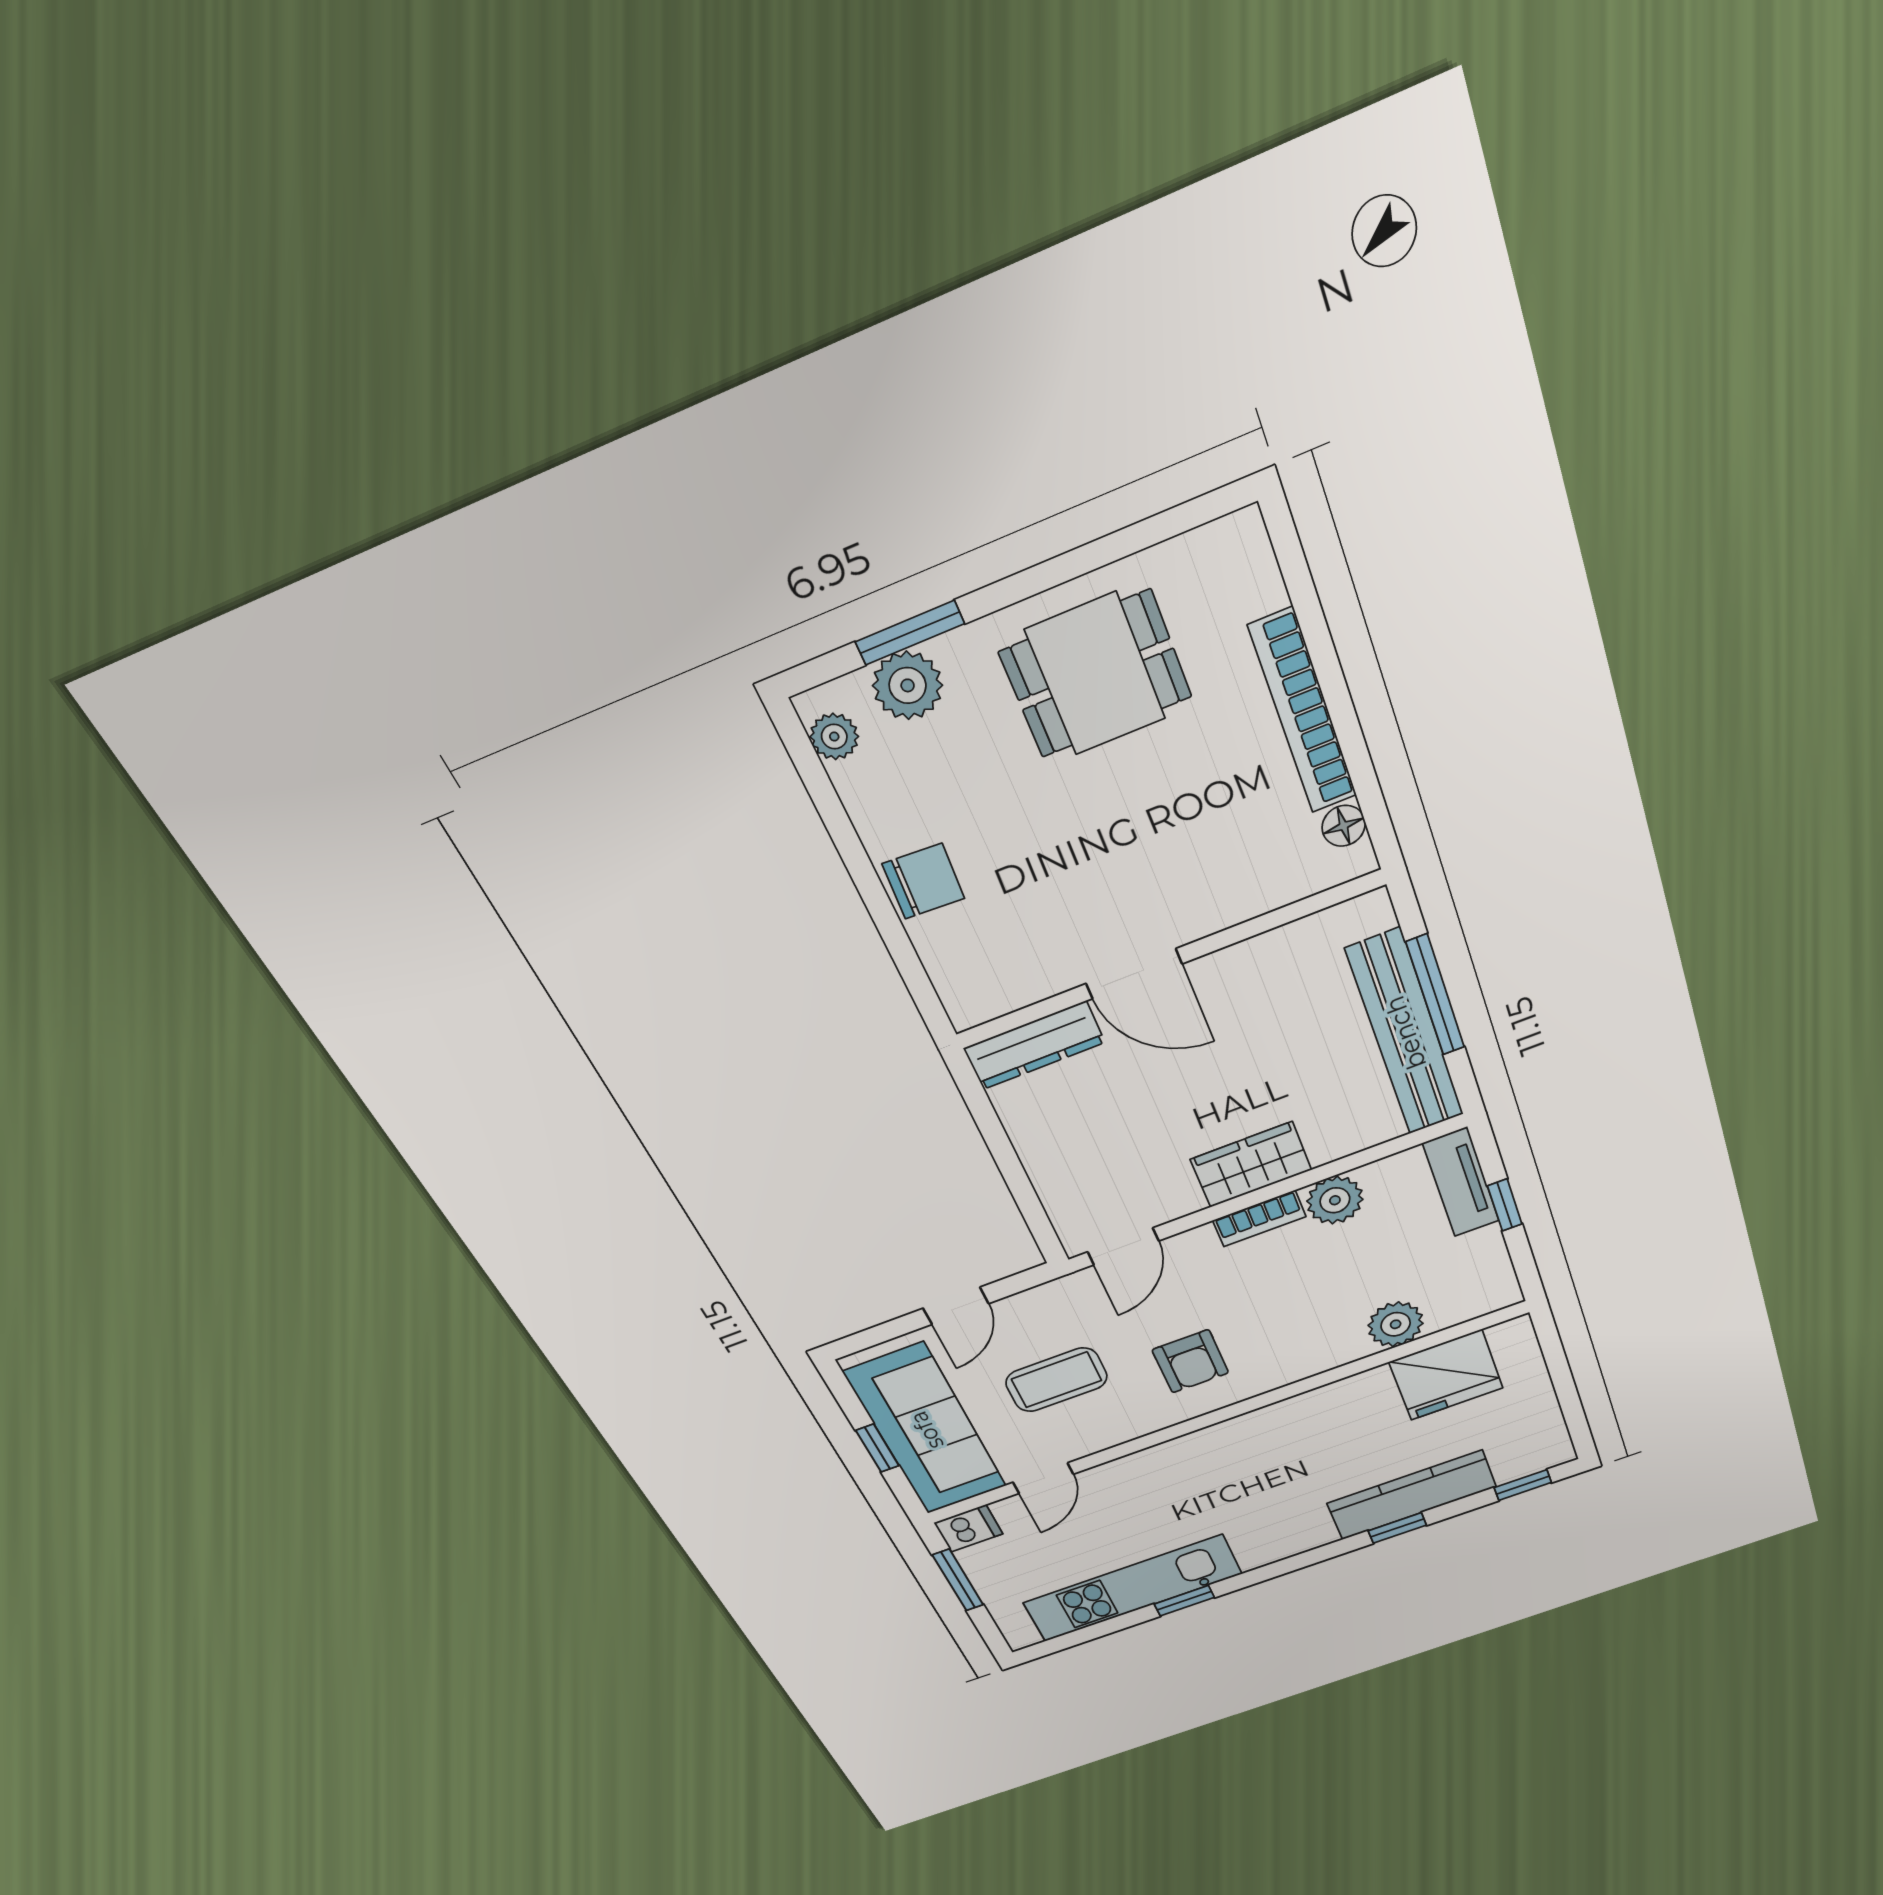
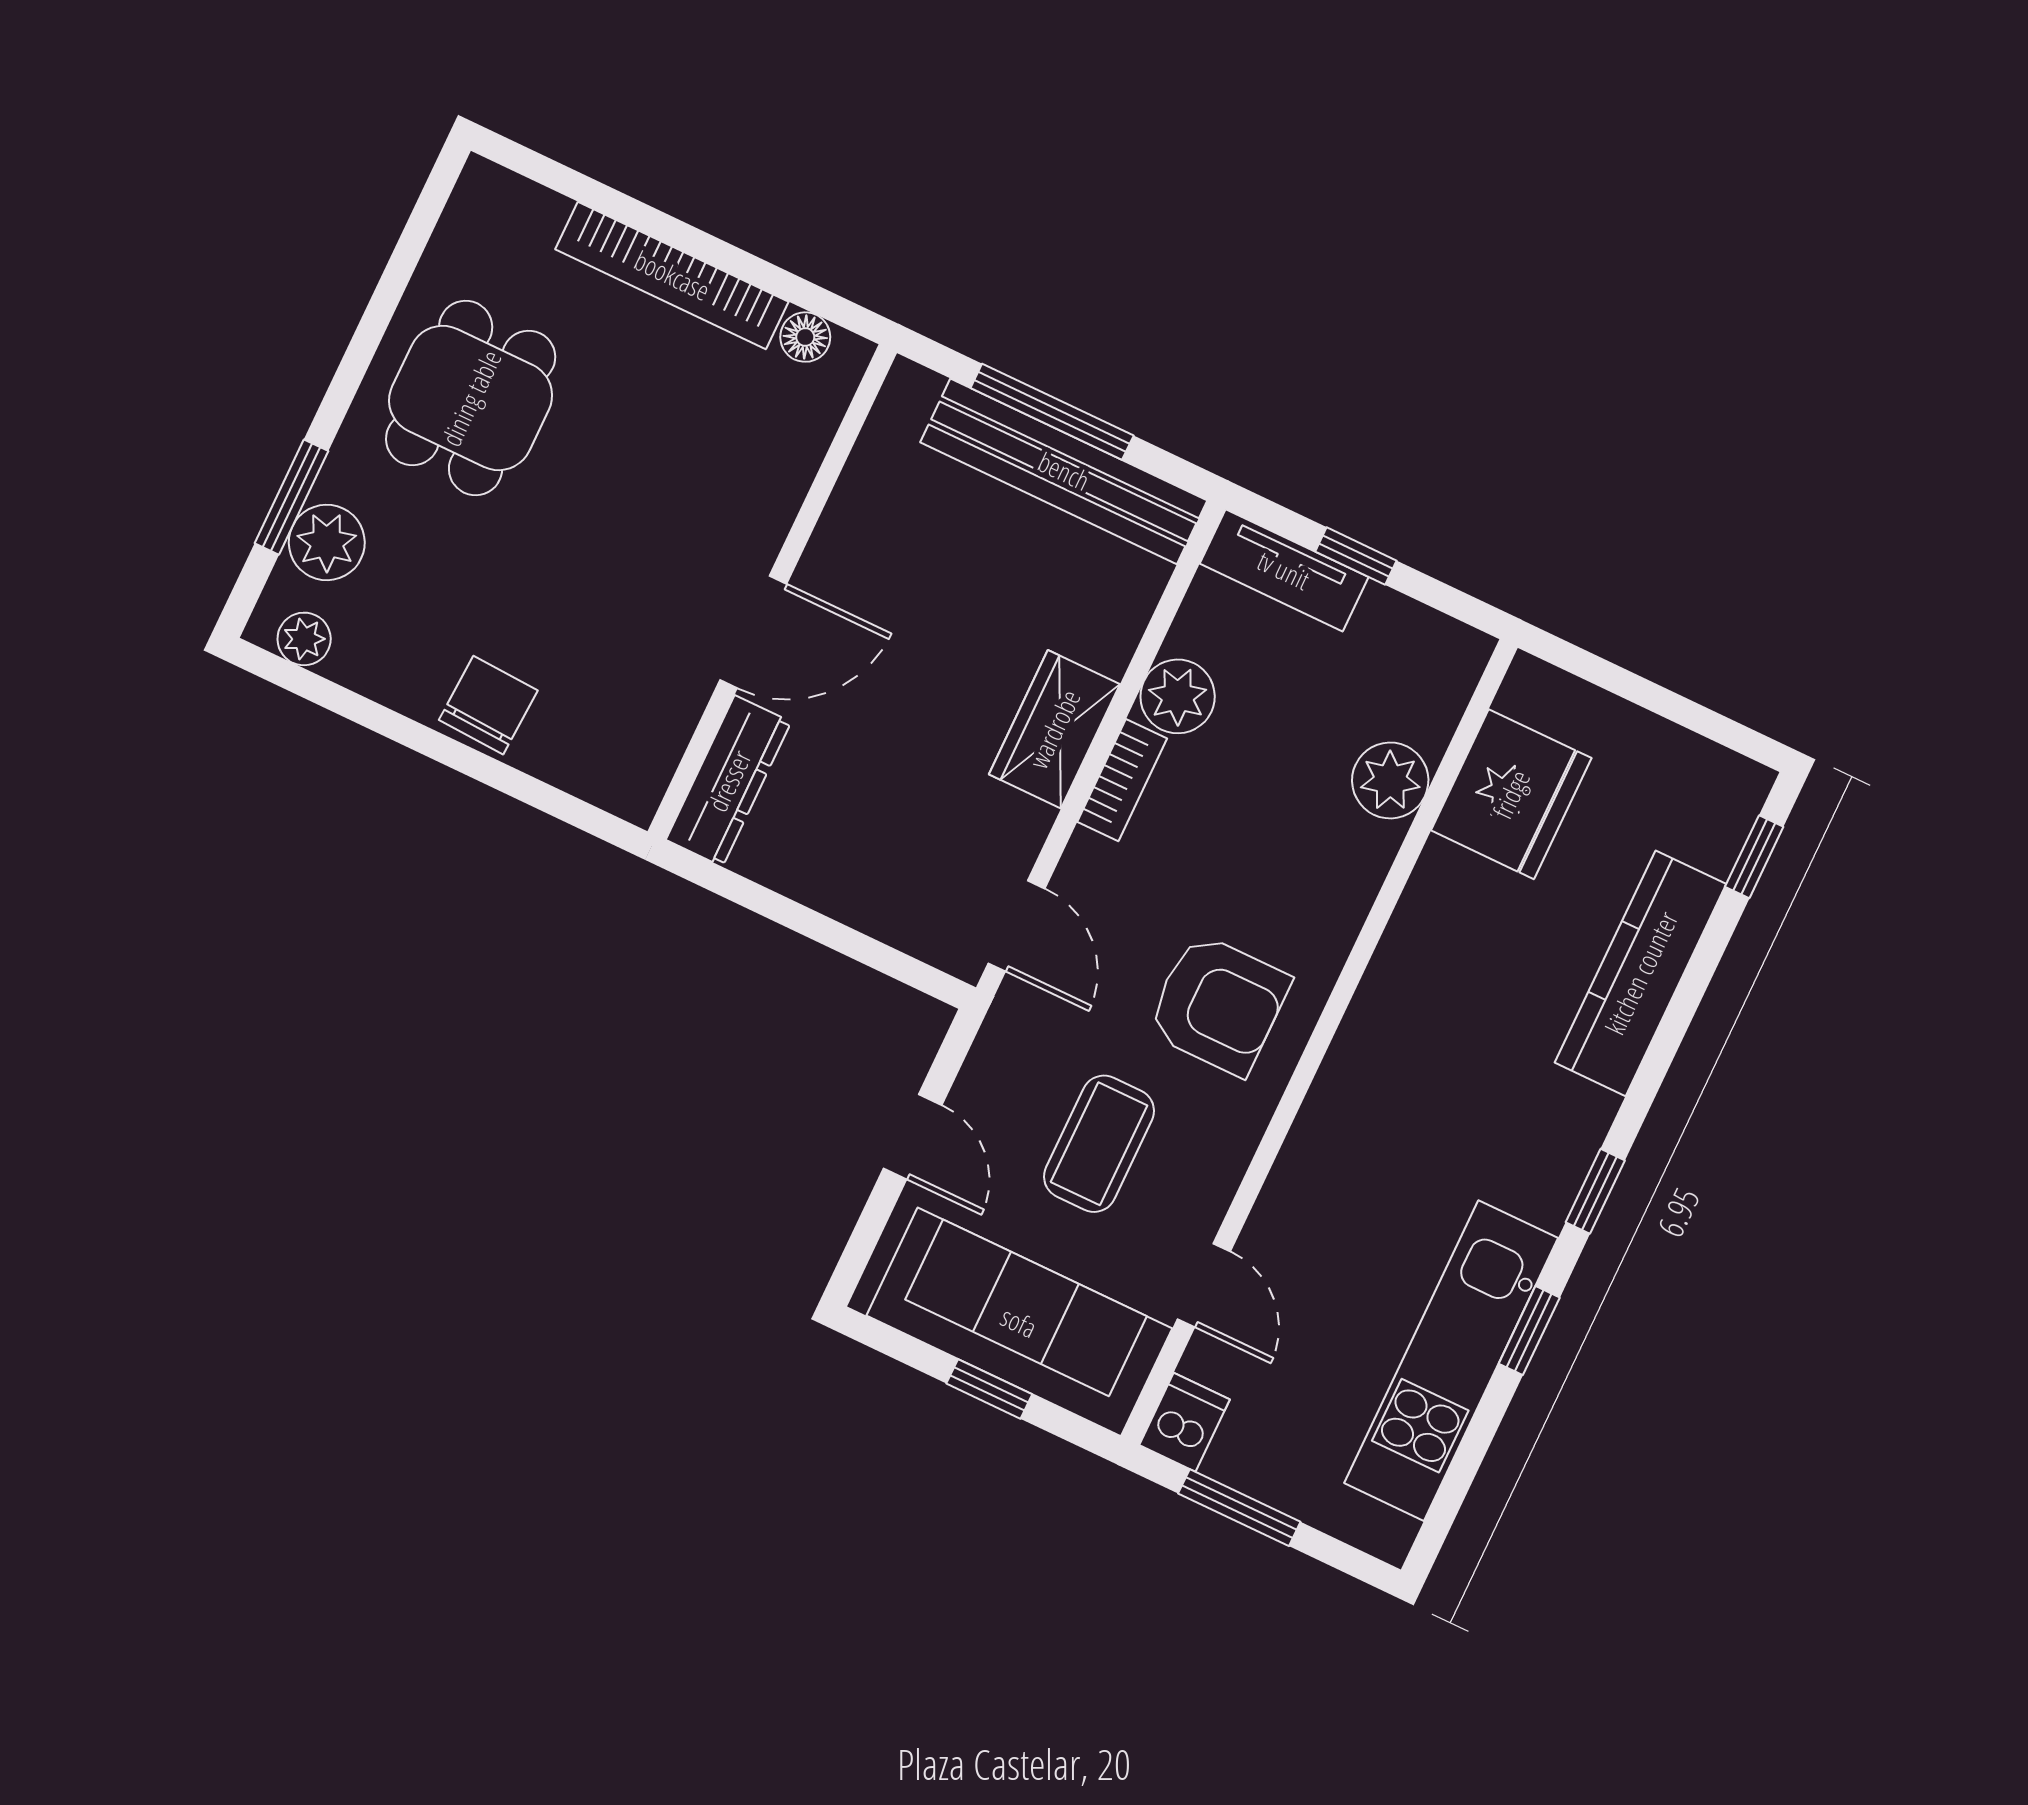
armchair: (1190, 1361) -> (1218, 1004), width x1.38, depth x1.38
window: (1397, 1528) -> (1595, 1191), moved

